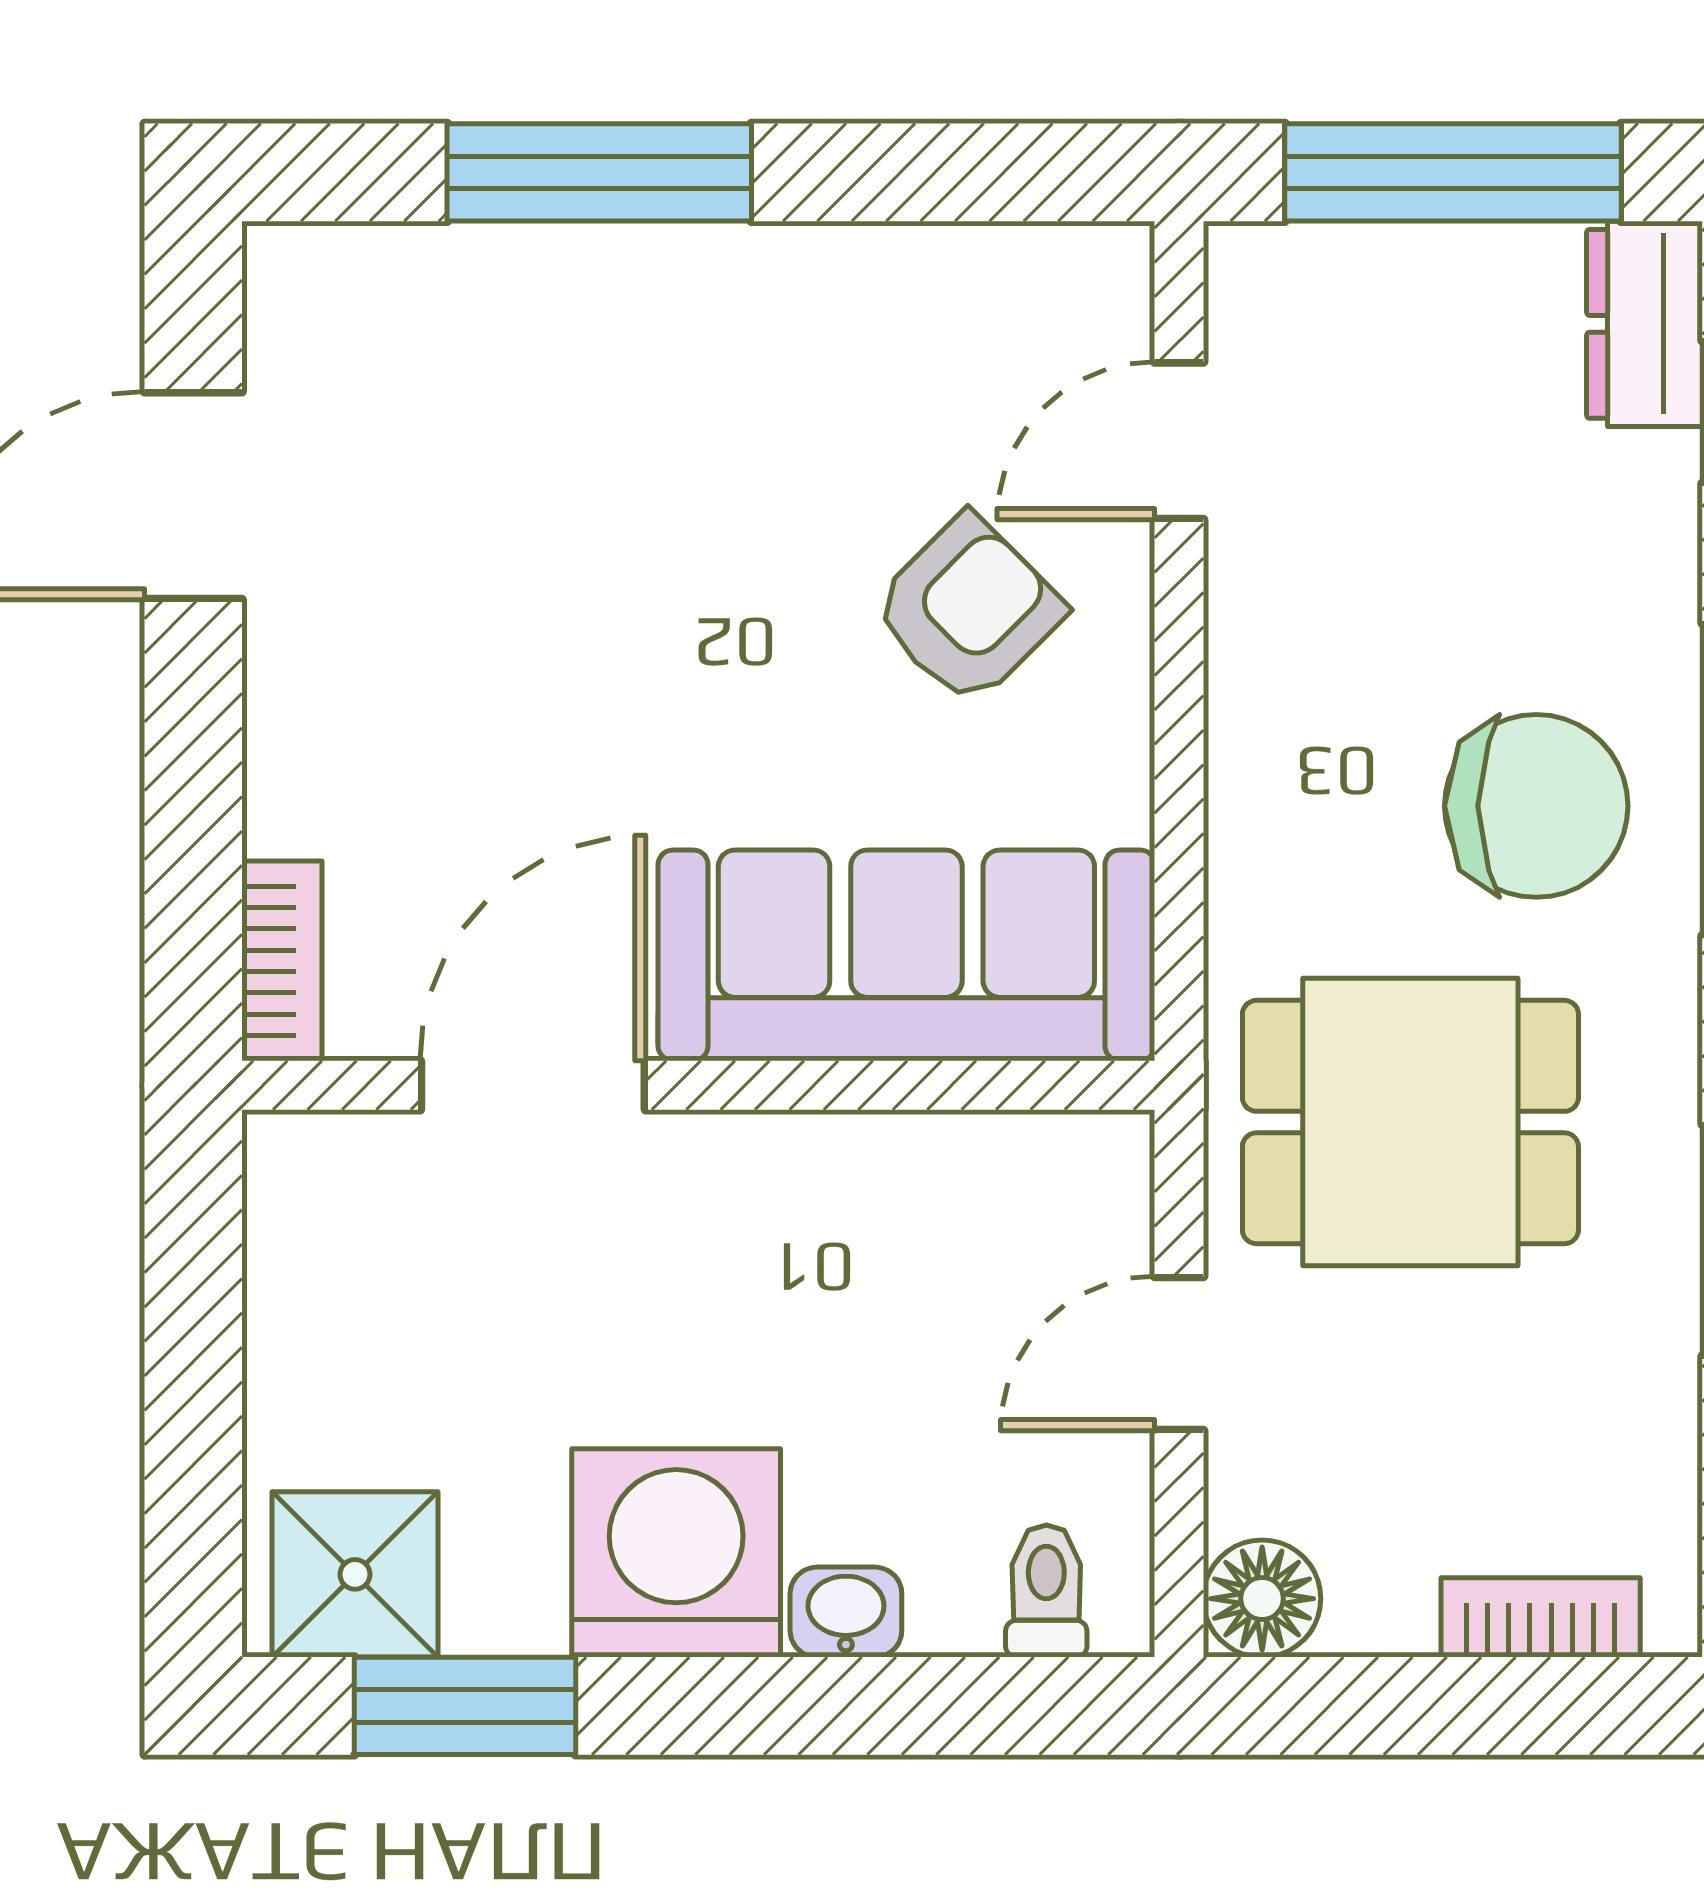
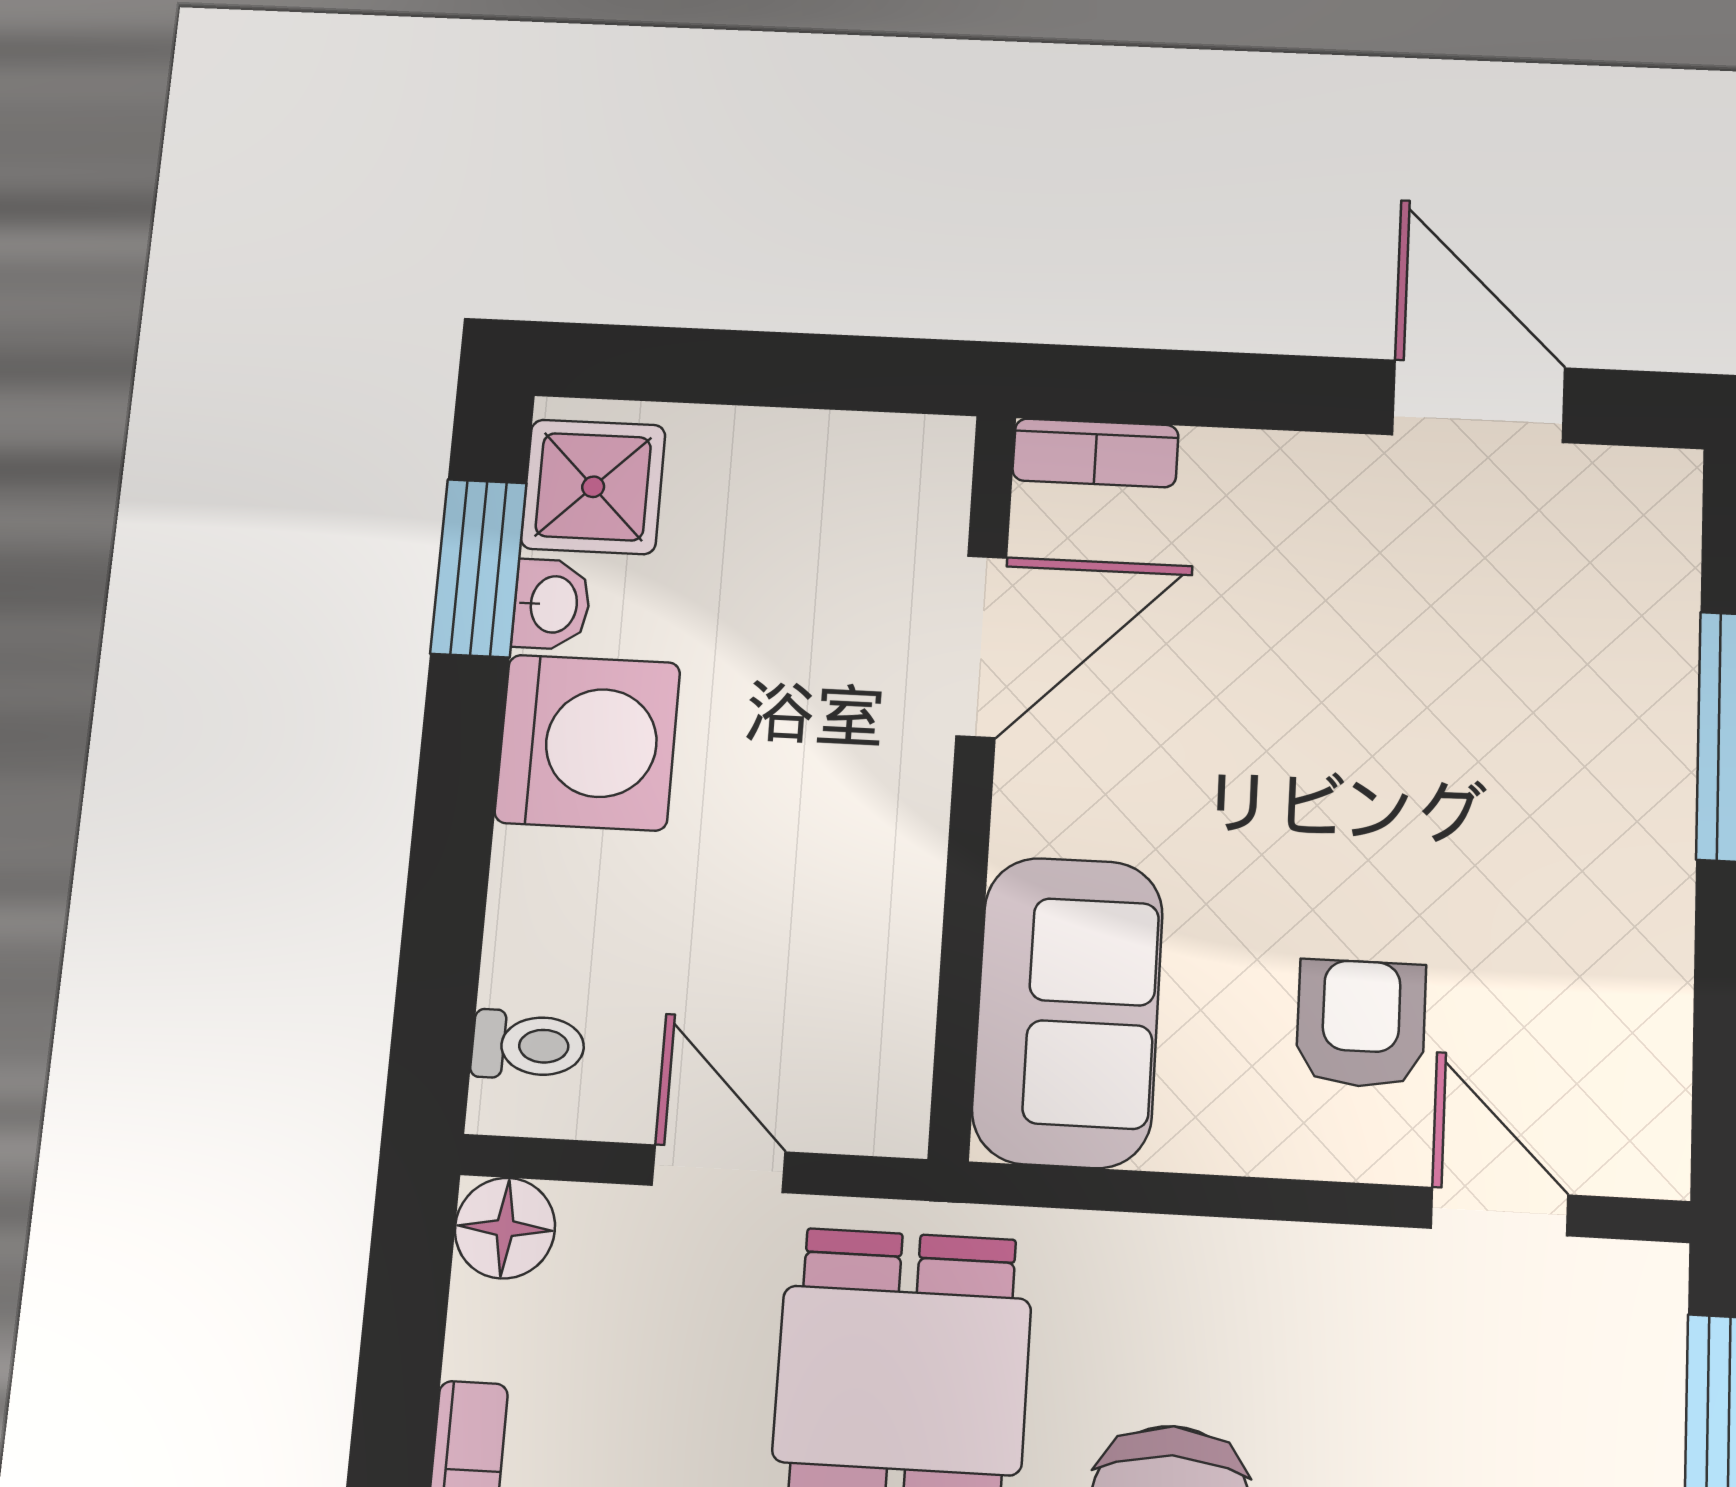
armchair: (968, 610) -> (1361, 1024), turned -135
sofa: (906, 955) -> (1068, 1012), width x0.73
door: (533, 1085) -> (981, 646), hinge flipped
washbasin: (846, 1612) -> (552, 604), moved

